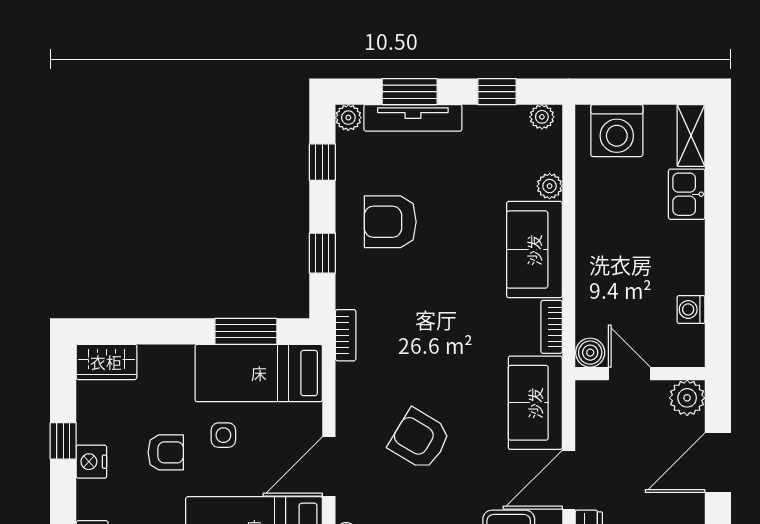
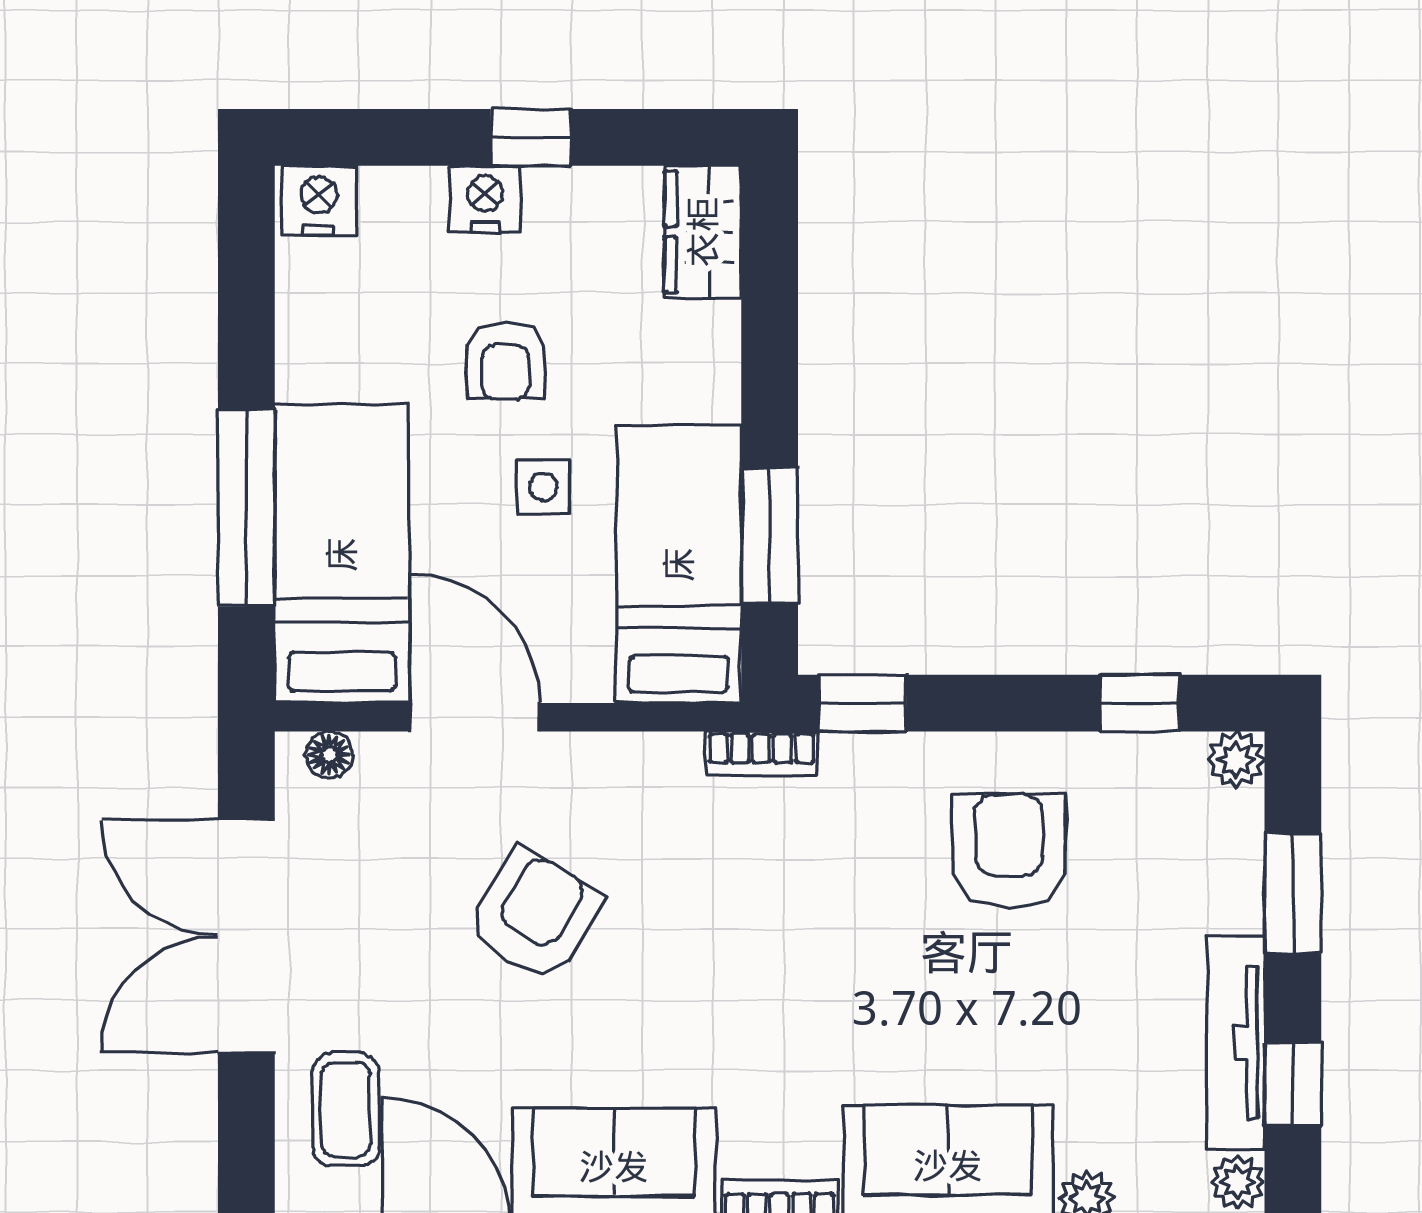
tv unit: (413, 118) -> (1236, 1043), moved
window: (322, 253) -> (862, 703), moved

